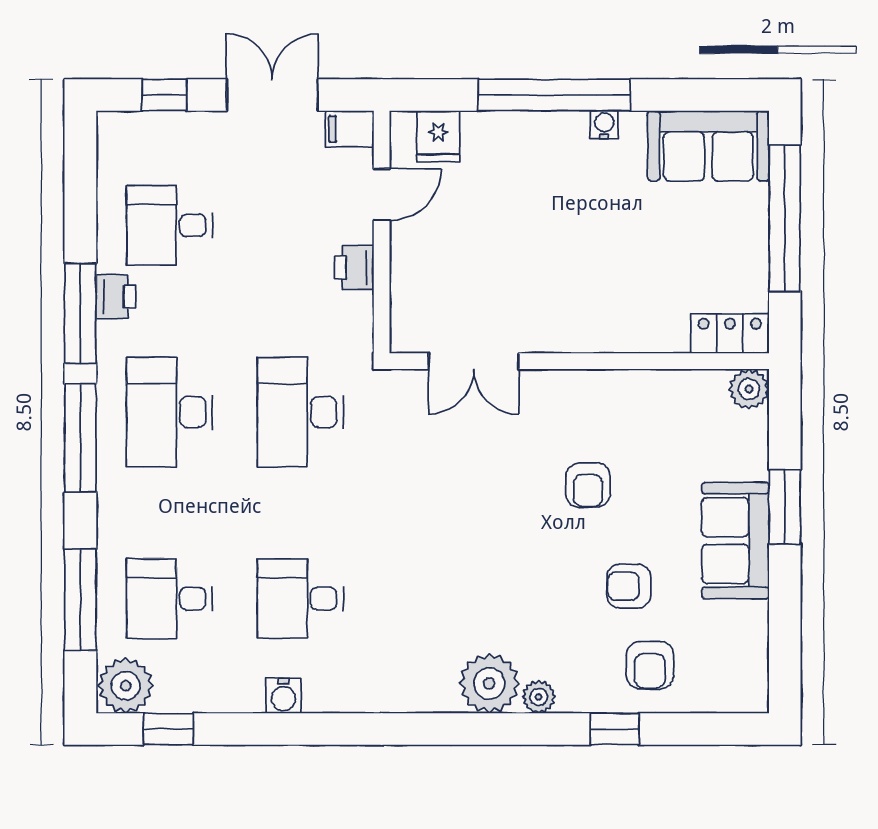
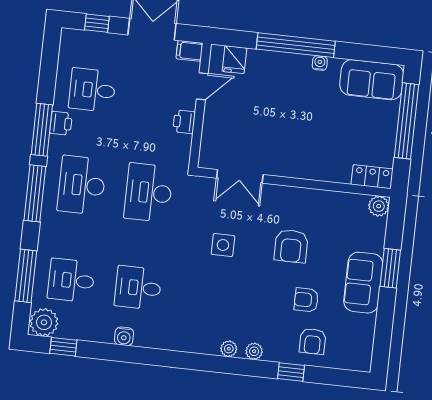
armchair: (588, 485) -> (291, 246), width x1.38, depth x1.38
side table: (456, 498) -> (223, 245), added
plant: (489, 683) -> (229, 349), width x0.53, depth x0.53

